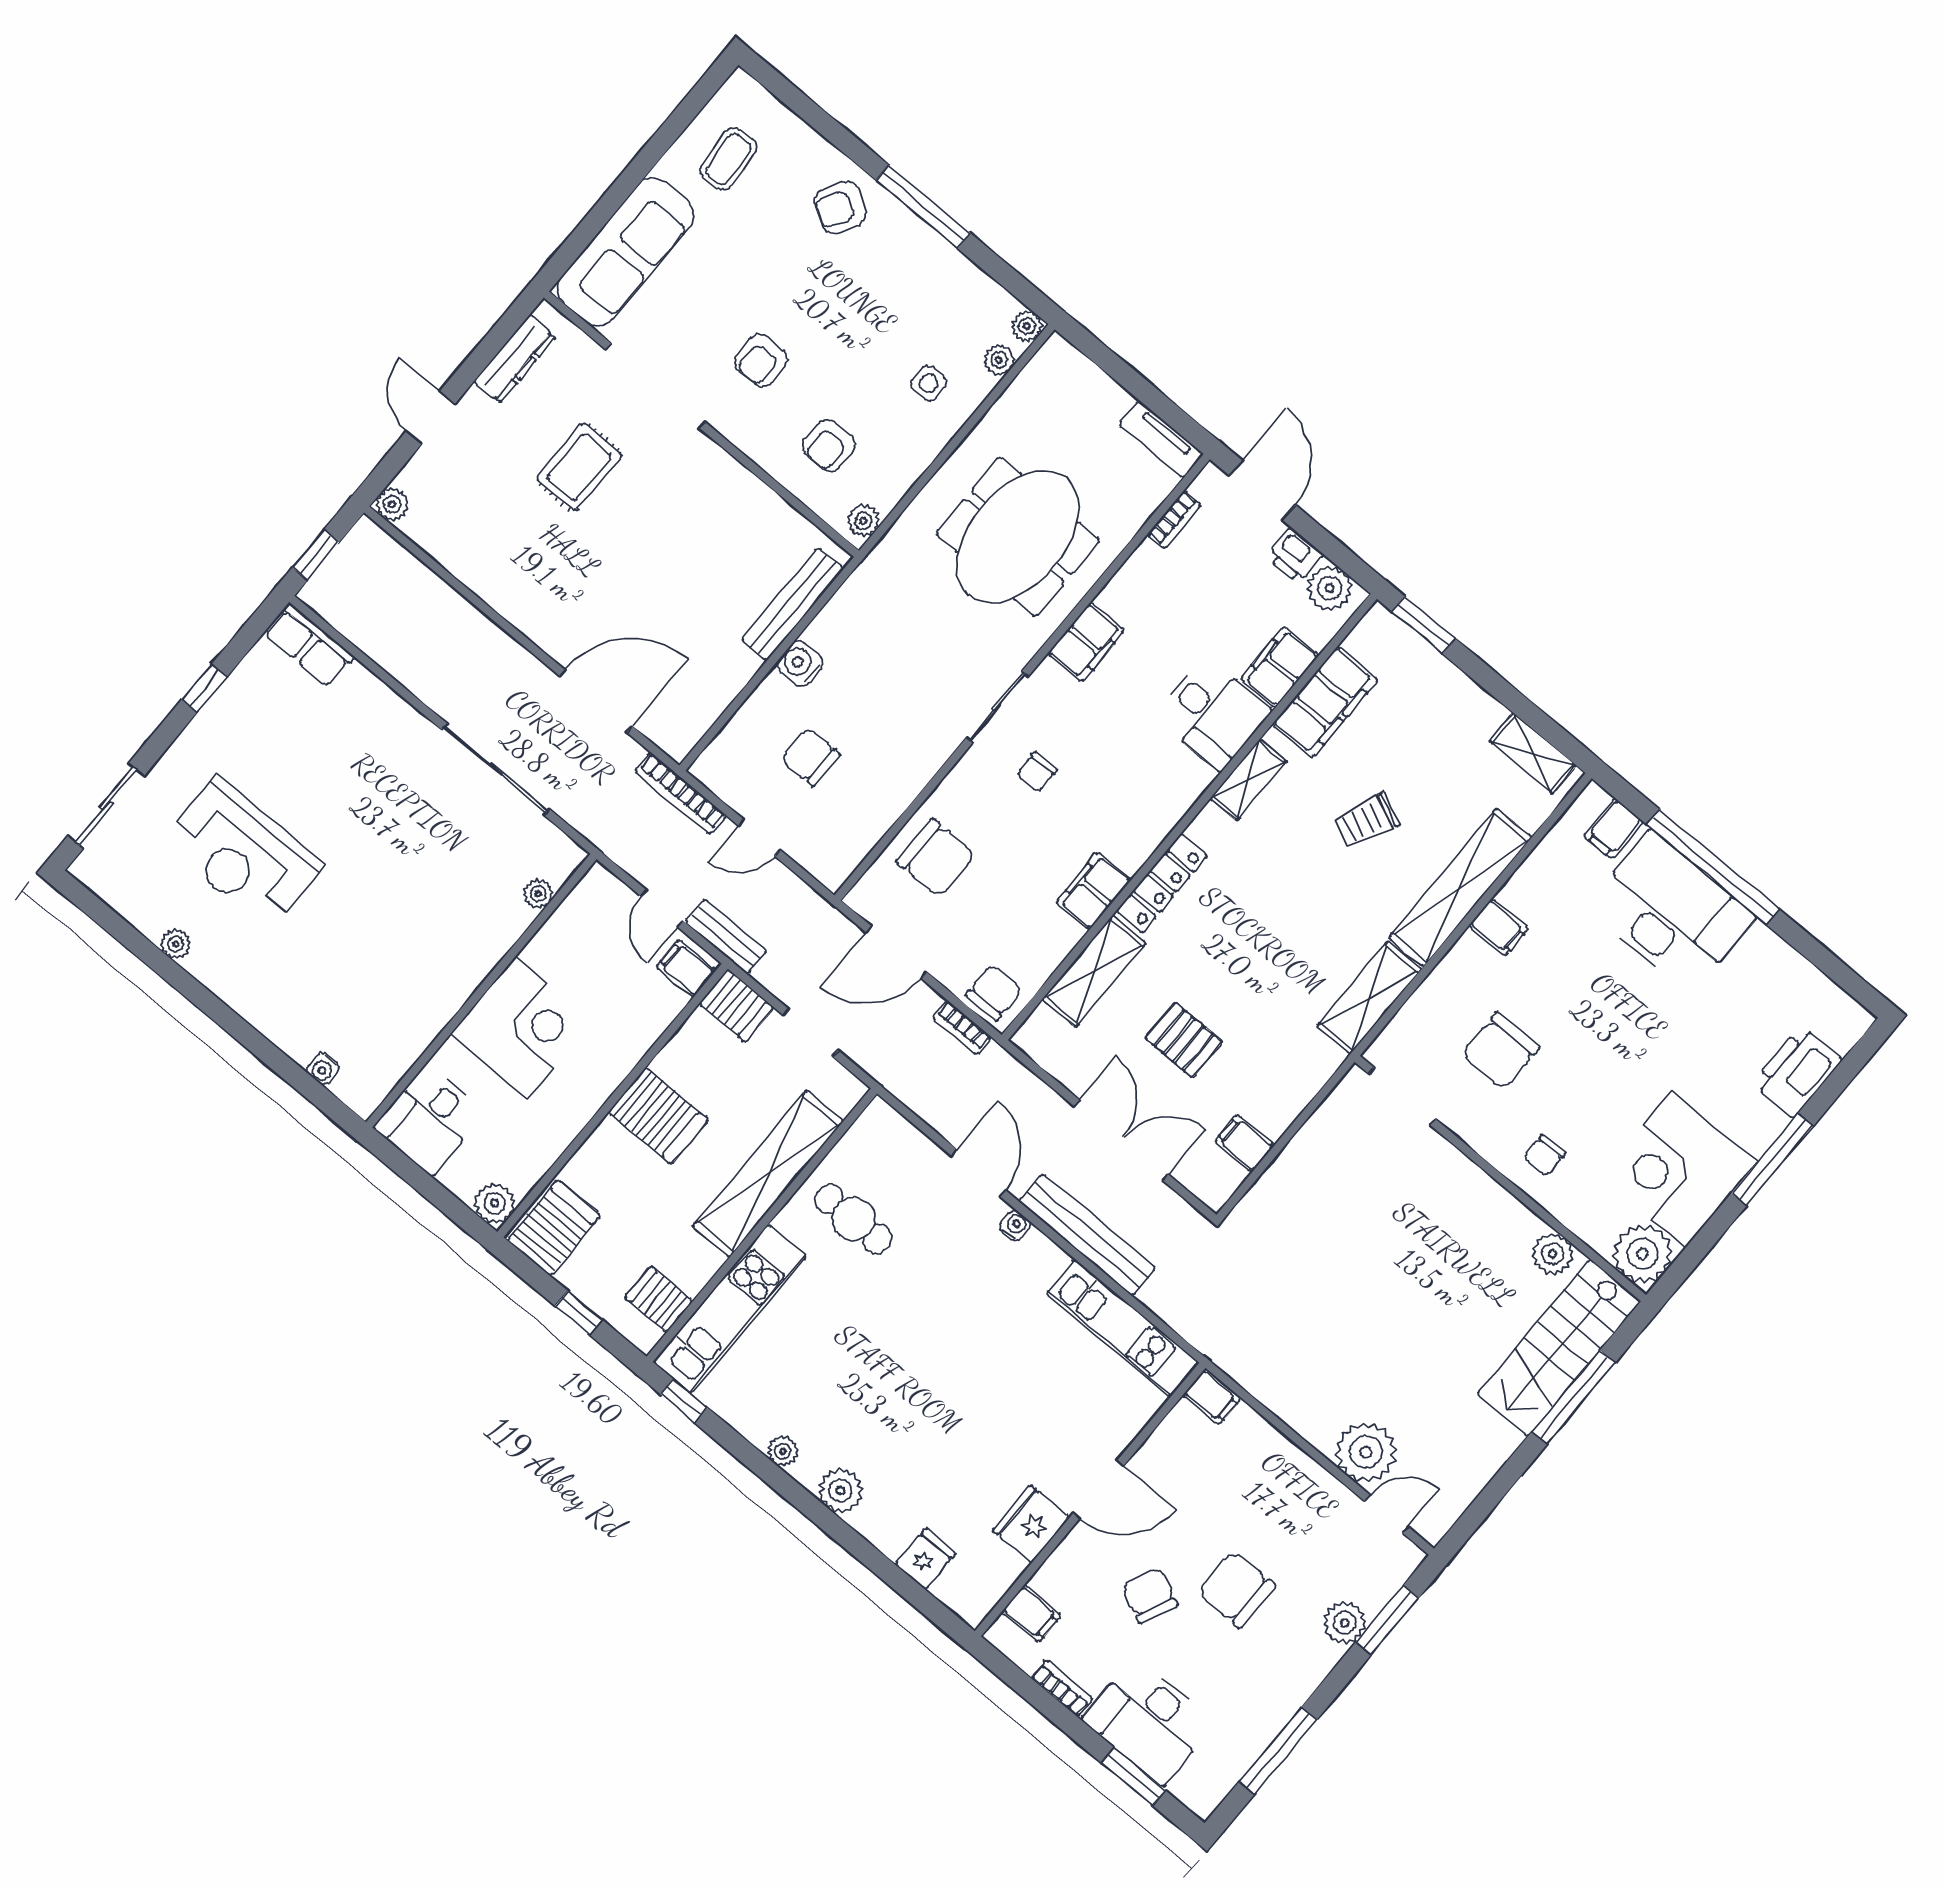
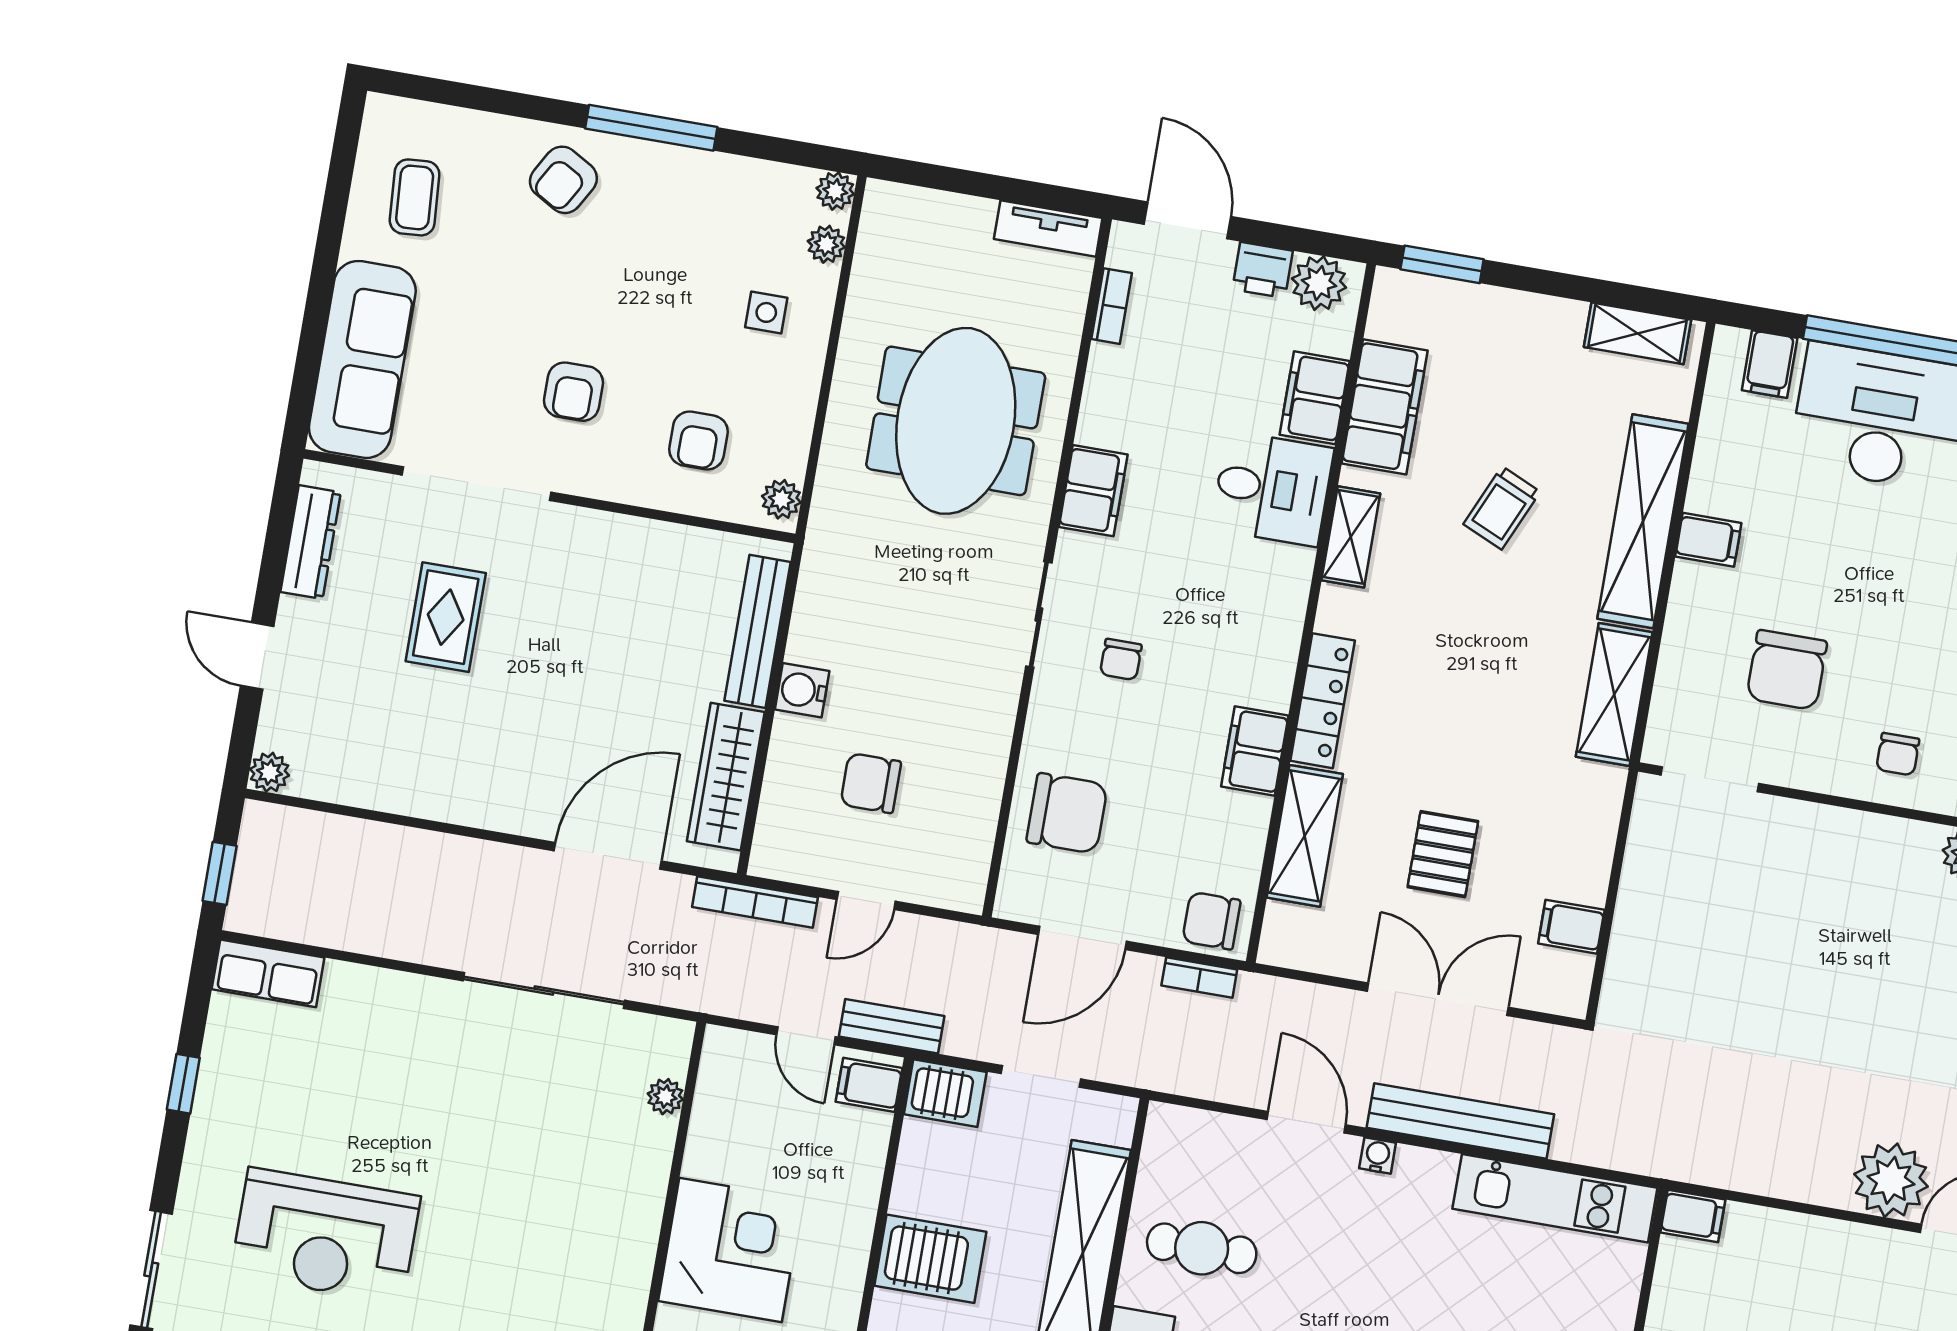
wardrobe: (711, 693) -> (726, 777), added
chair: (994, 993) -> (1211, 921), turned -90
pallet: (1184, 1040) -> (1443, 854), turned 90

